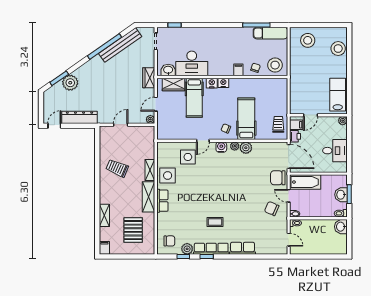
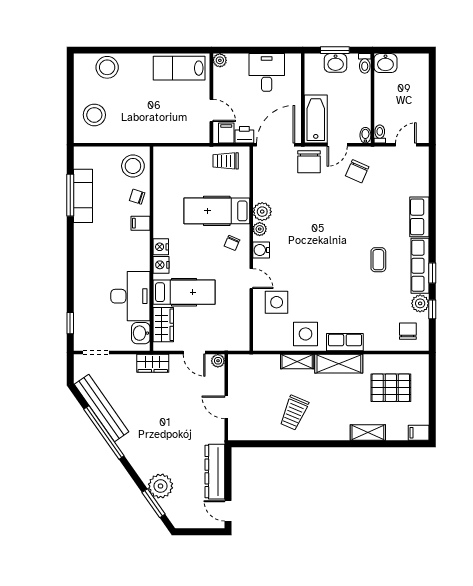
exam couch: (270, 33) -> (83, 196), moved

